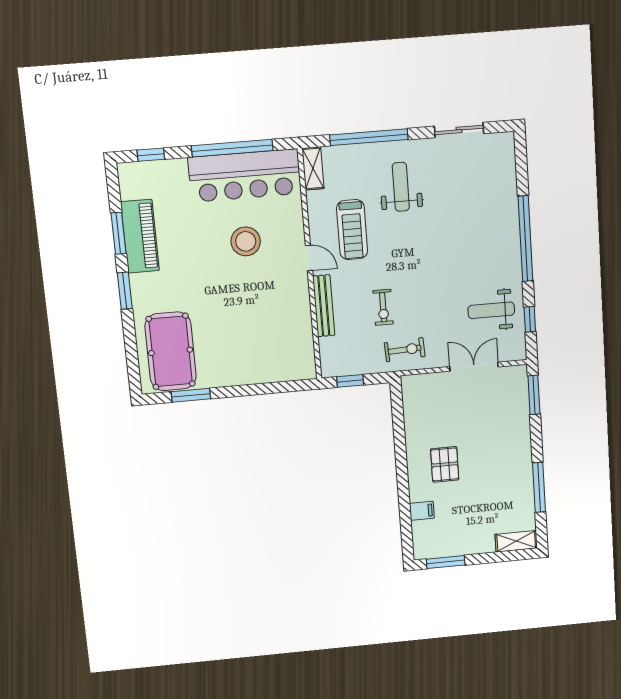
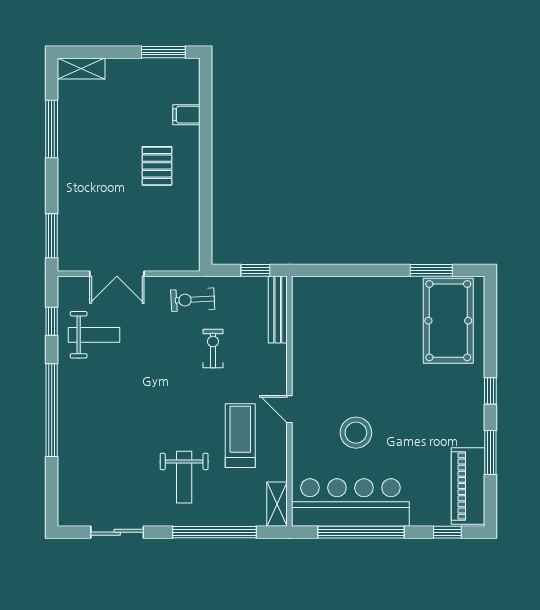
piano: (140, 236) -> (468, 486), moved
window: (125, 291) -> (490, 391), width x0.67
bench: (324, 306) -> (278, 310), moved

